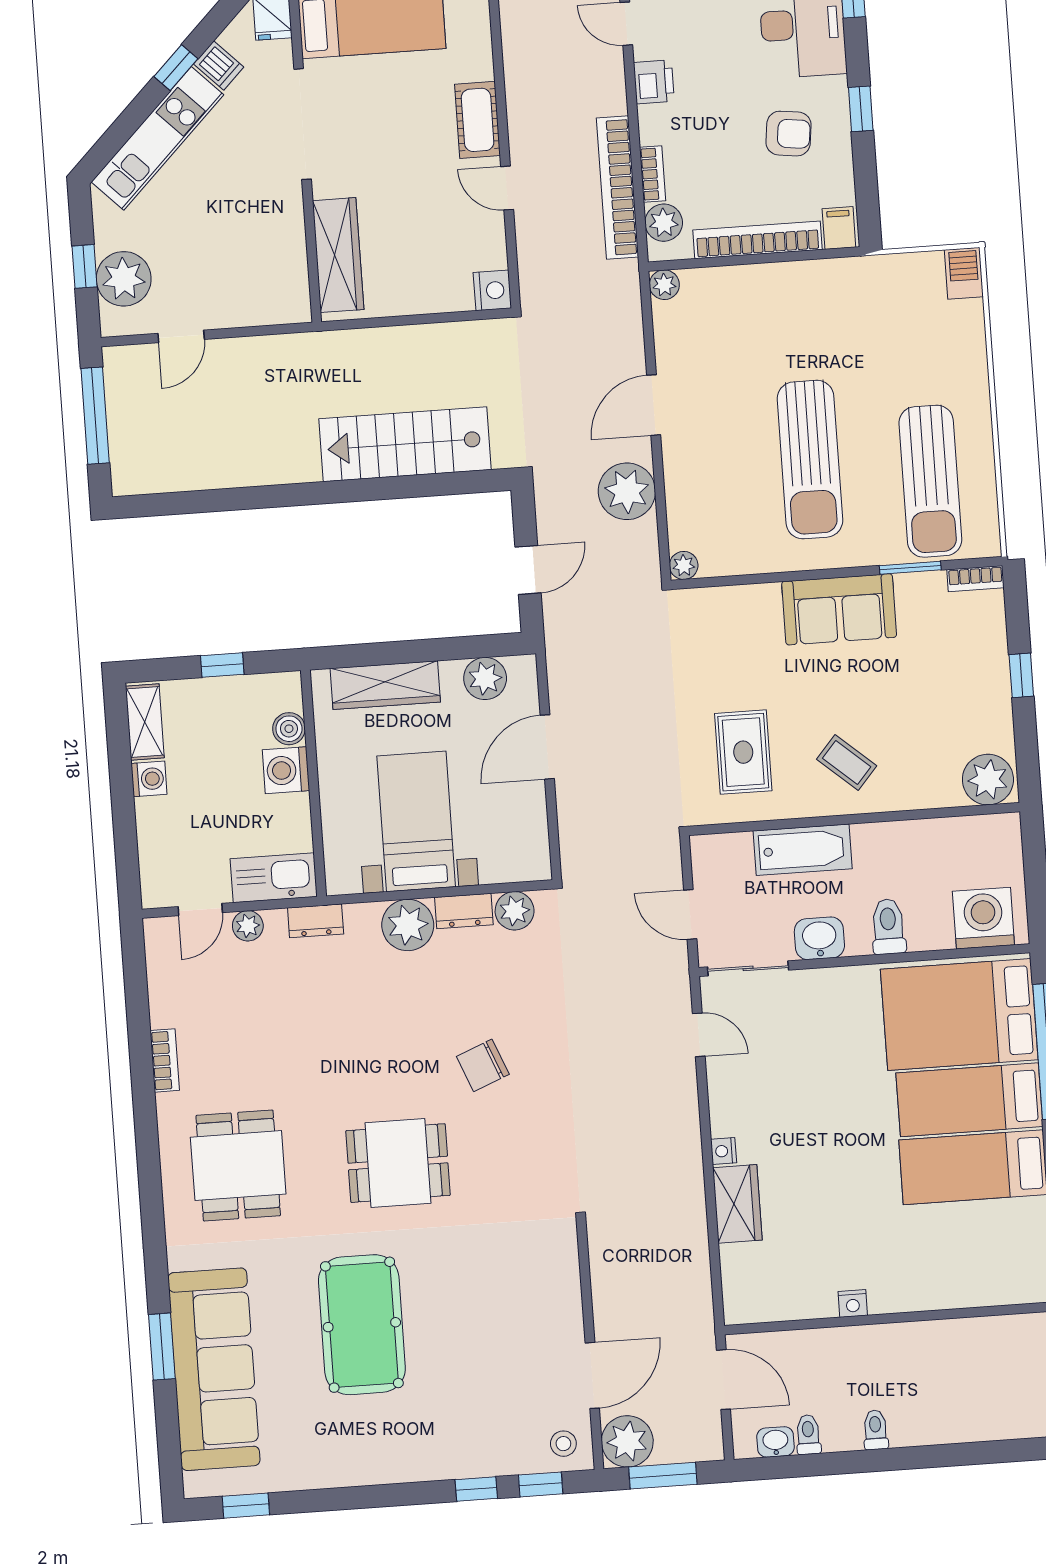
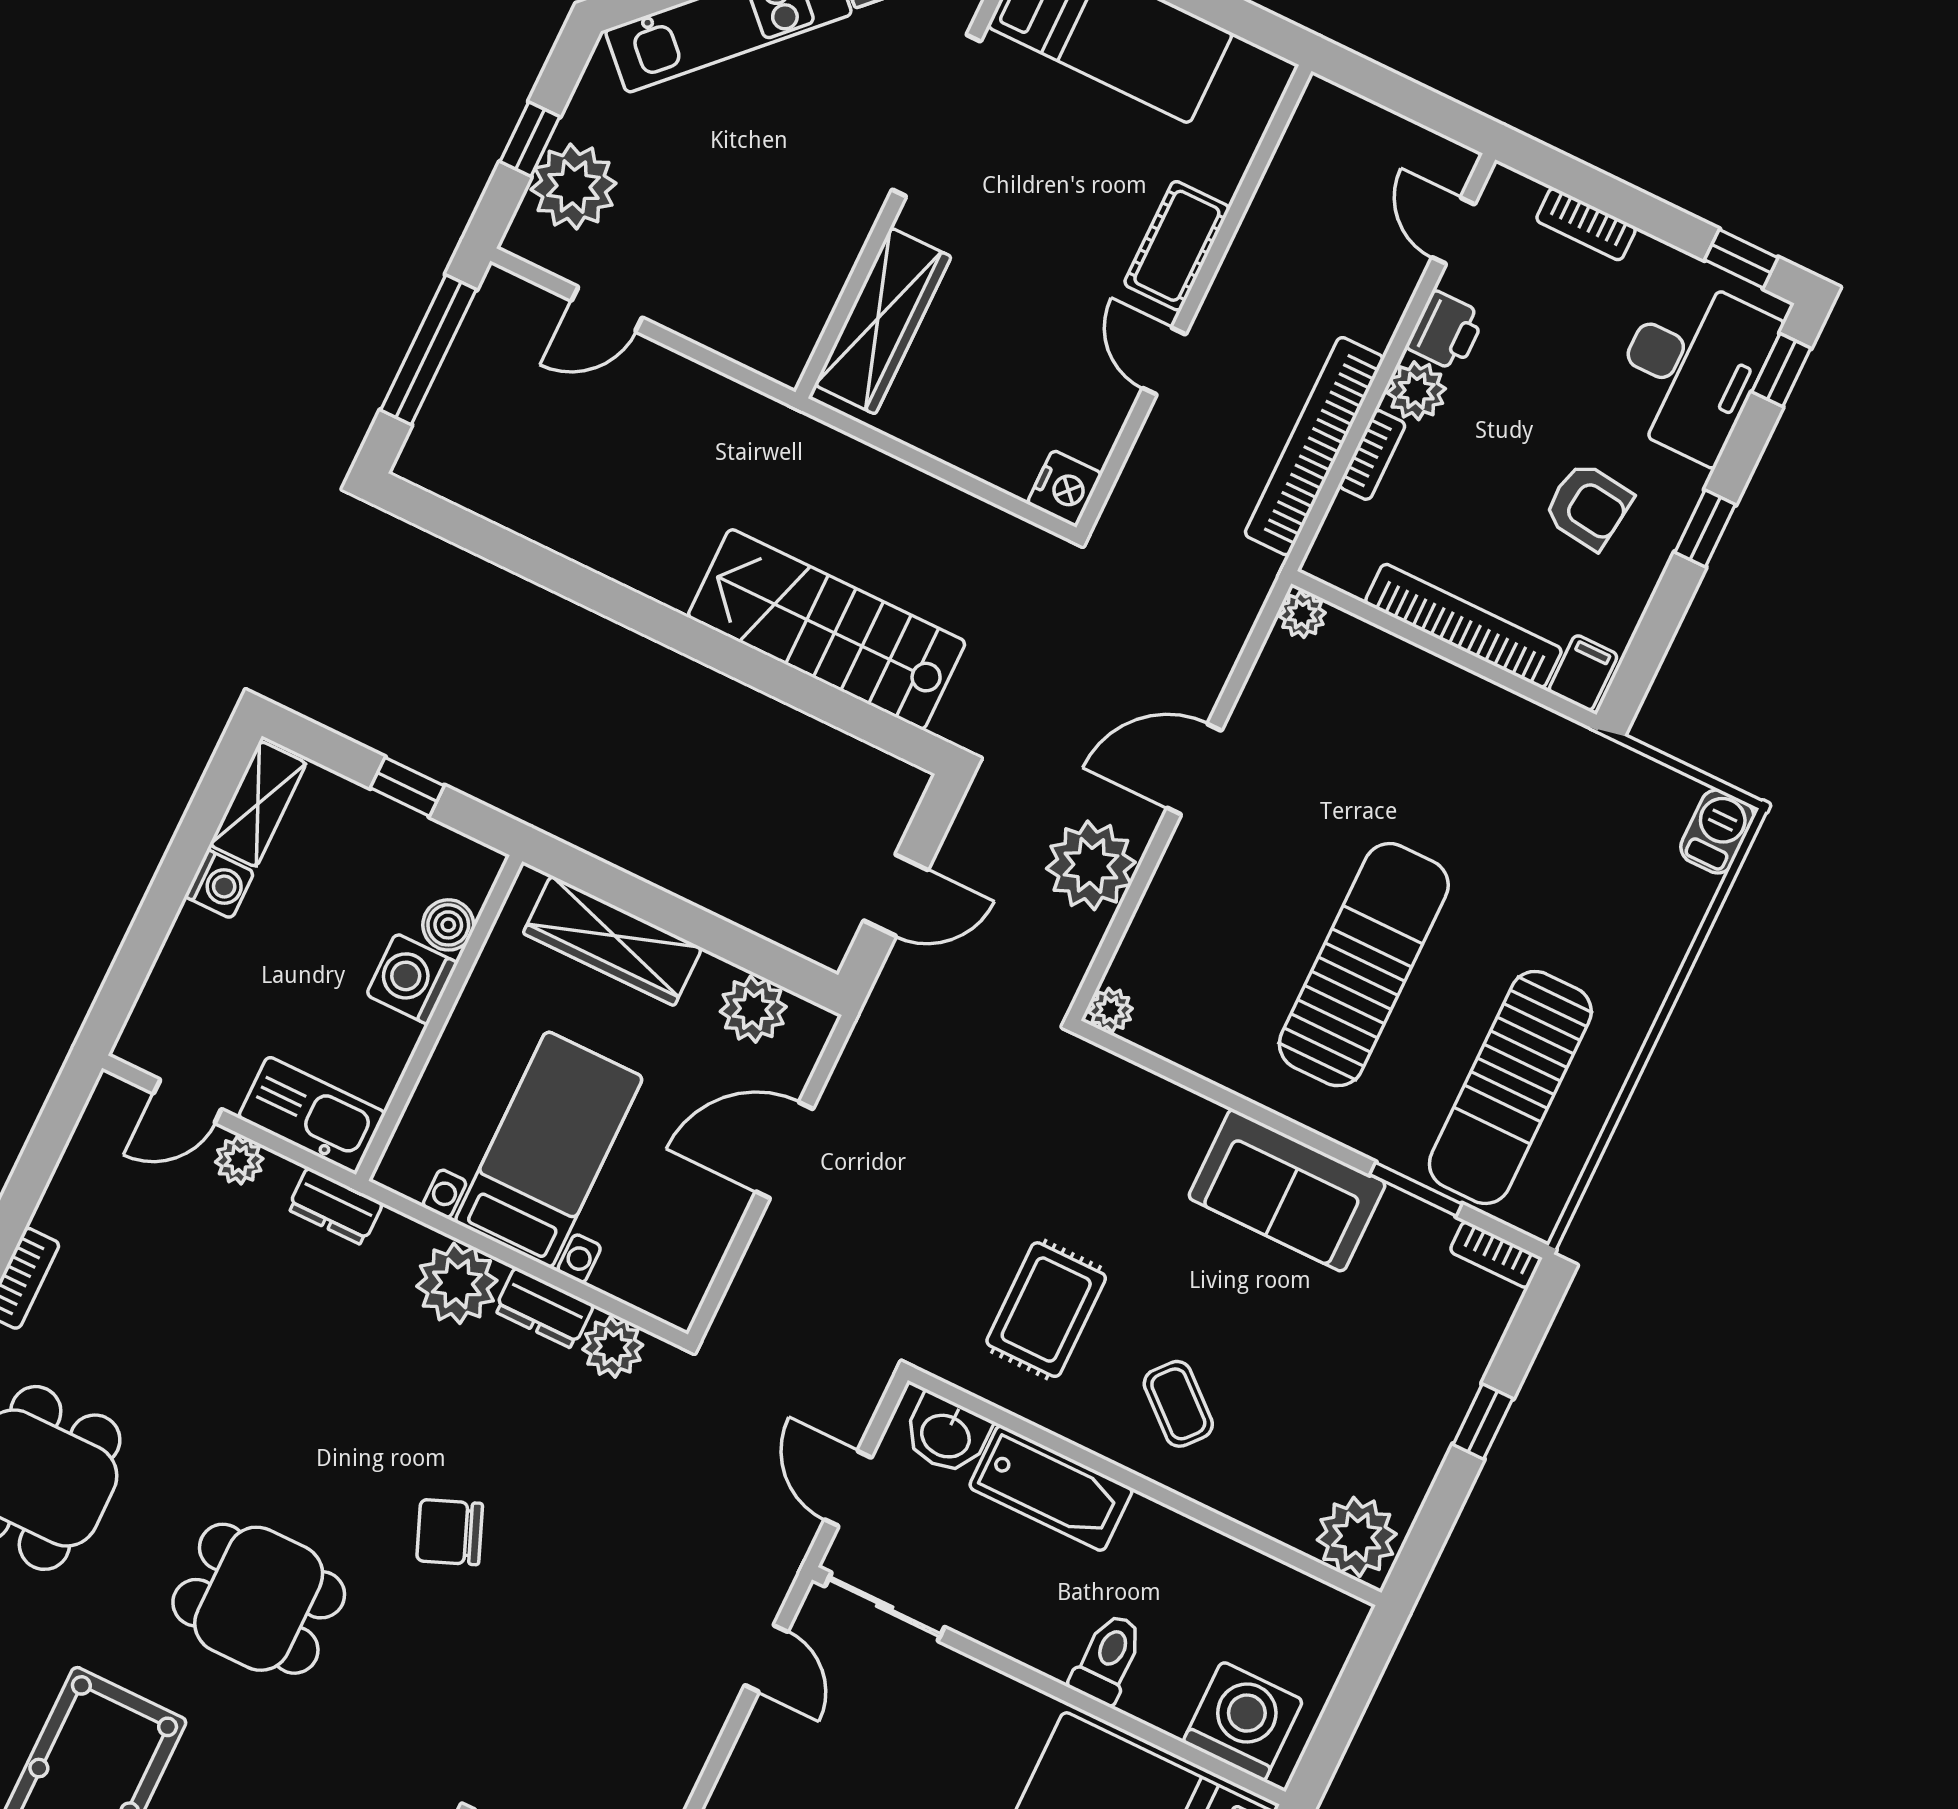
plant: (664, 223) -> (1416, 391), moved
sun lounger: (810, 460) -> (1364, 965), turned 180
washbasin: (819, 938) -> (946, 1434), moved, turned 180

